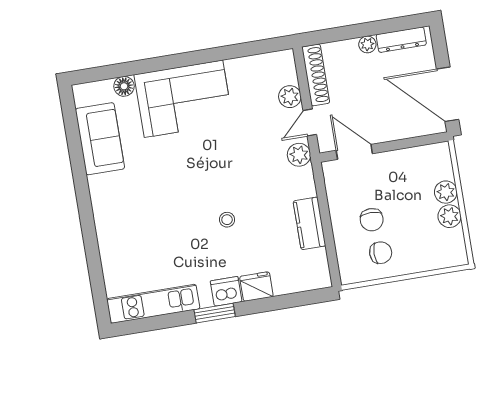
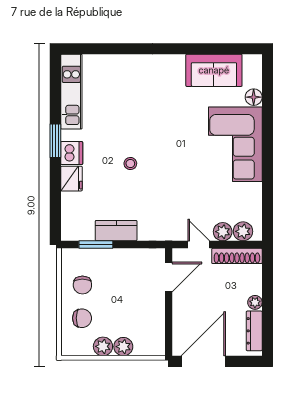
plant: (299, 155) -> (243, 231), moved
chair: (372, 220) -> (82, 318), moved, turned 180
window: (330, 245) -> (96, 245), added

